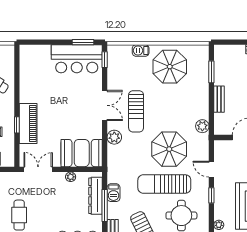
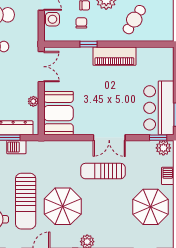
piano: (28, 123) -> (114, 56), moved
plant: (114, 137) -> (163, 148), moved
sun lounger: (164, 184) -> (26, 201), turned 180

